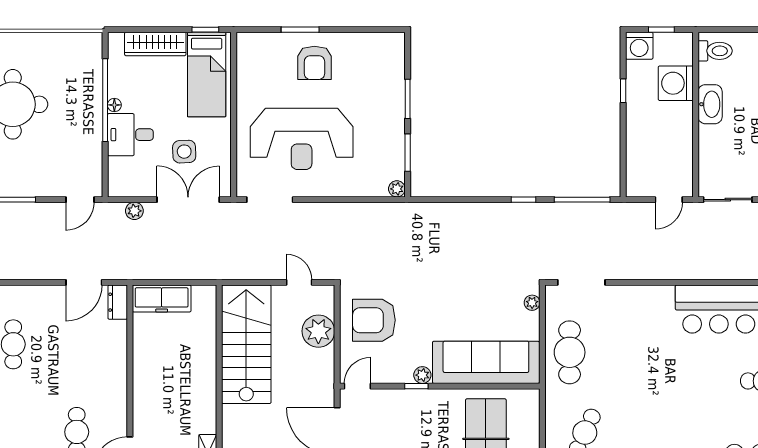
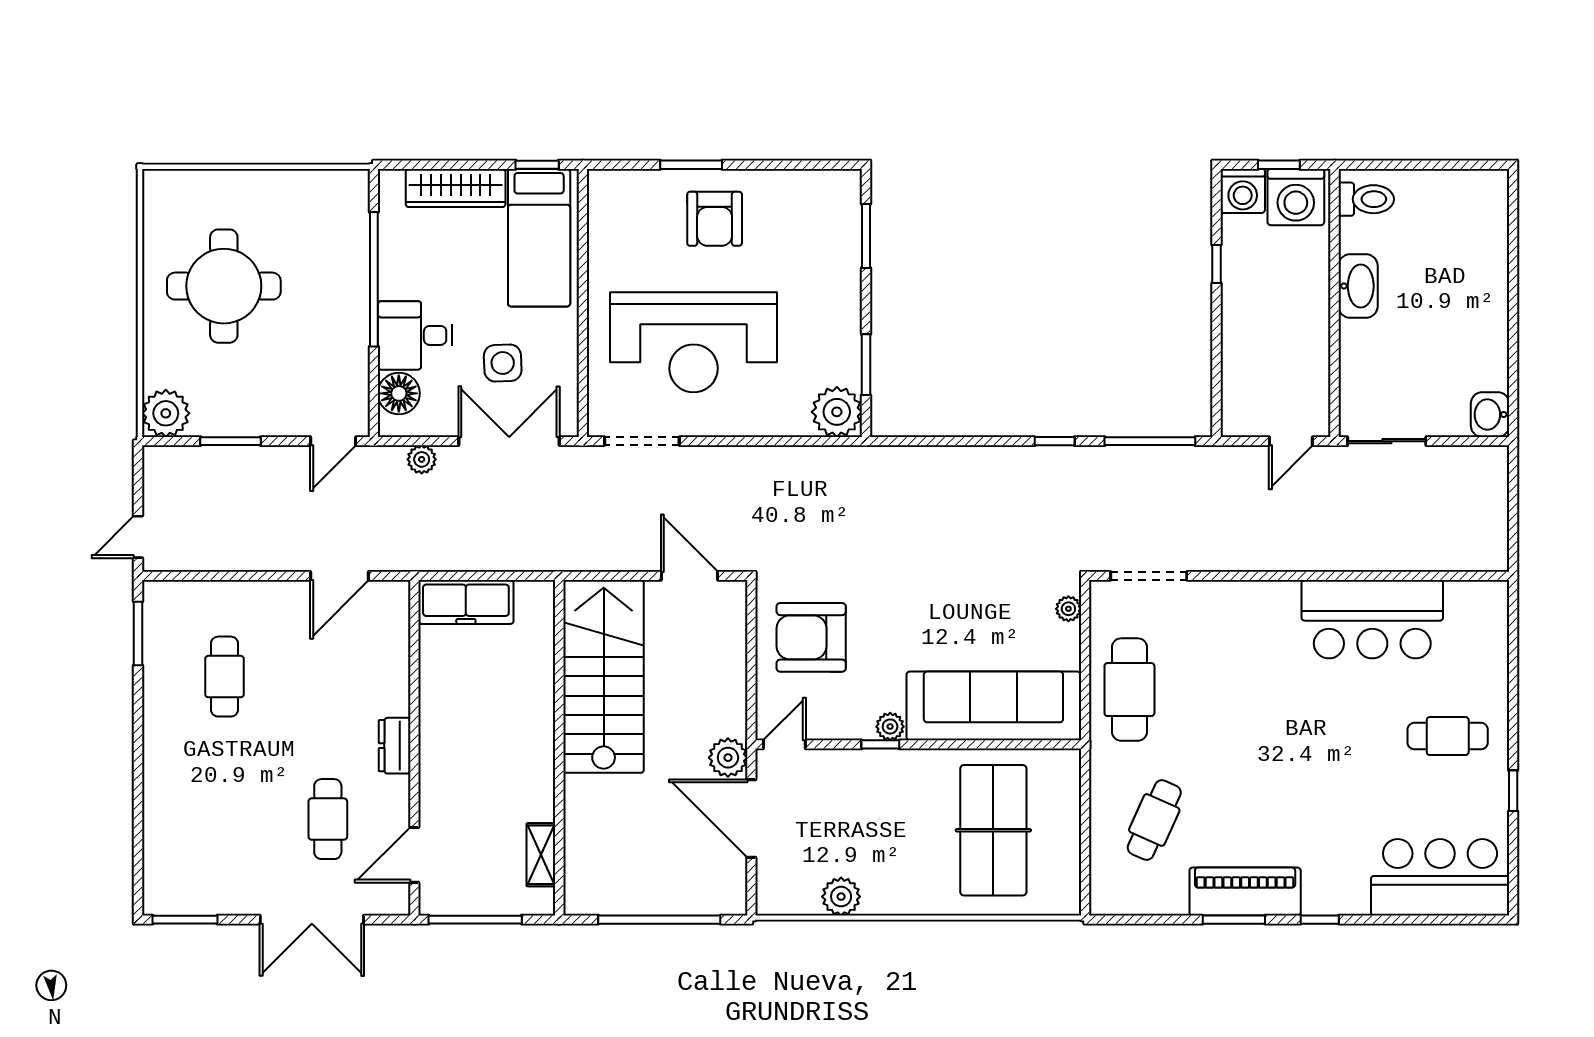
washing machine: (676, 83) -> (1296, 197), moved, turned -90
window: (408, 99) -> (866, 236), moved
floor lamp: (114, 105) -> (399, 393), moved, width x1.89, depth x1.89
plant: (397, 189) -> (837, 412), width x1.87, depth x1.87
door: (299, 282) -> (690, 576), width x1.38
dresser: (118, 302) -> (395, 746), moved
plant: (318, 331) -> (728, 758), moved, width x0.73, depth x0.73

